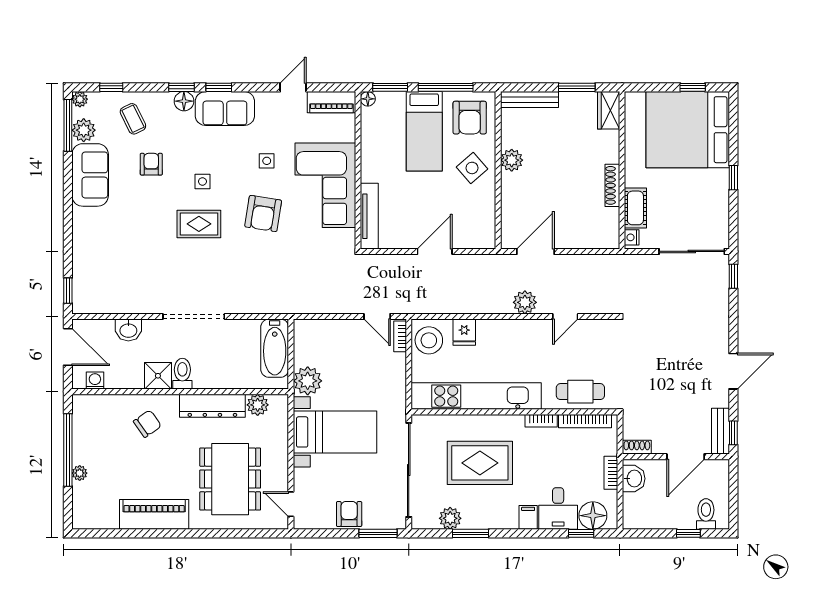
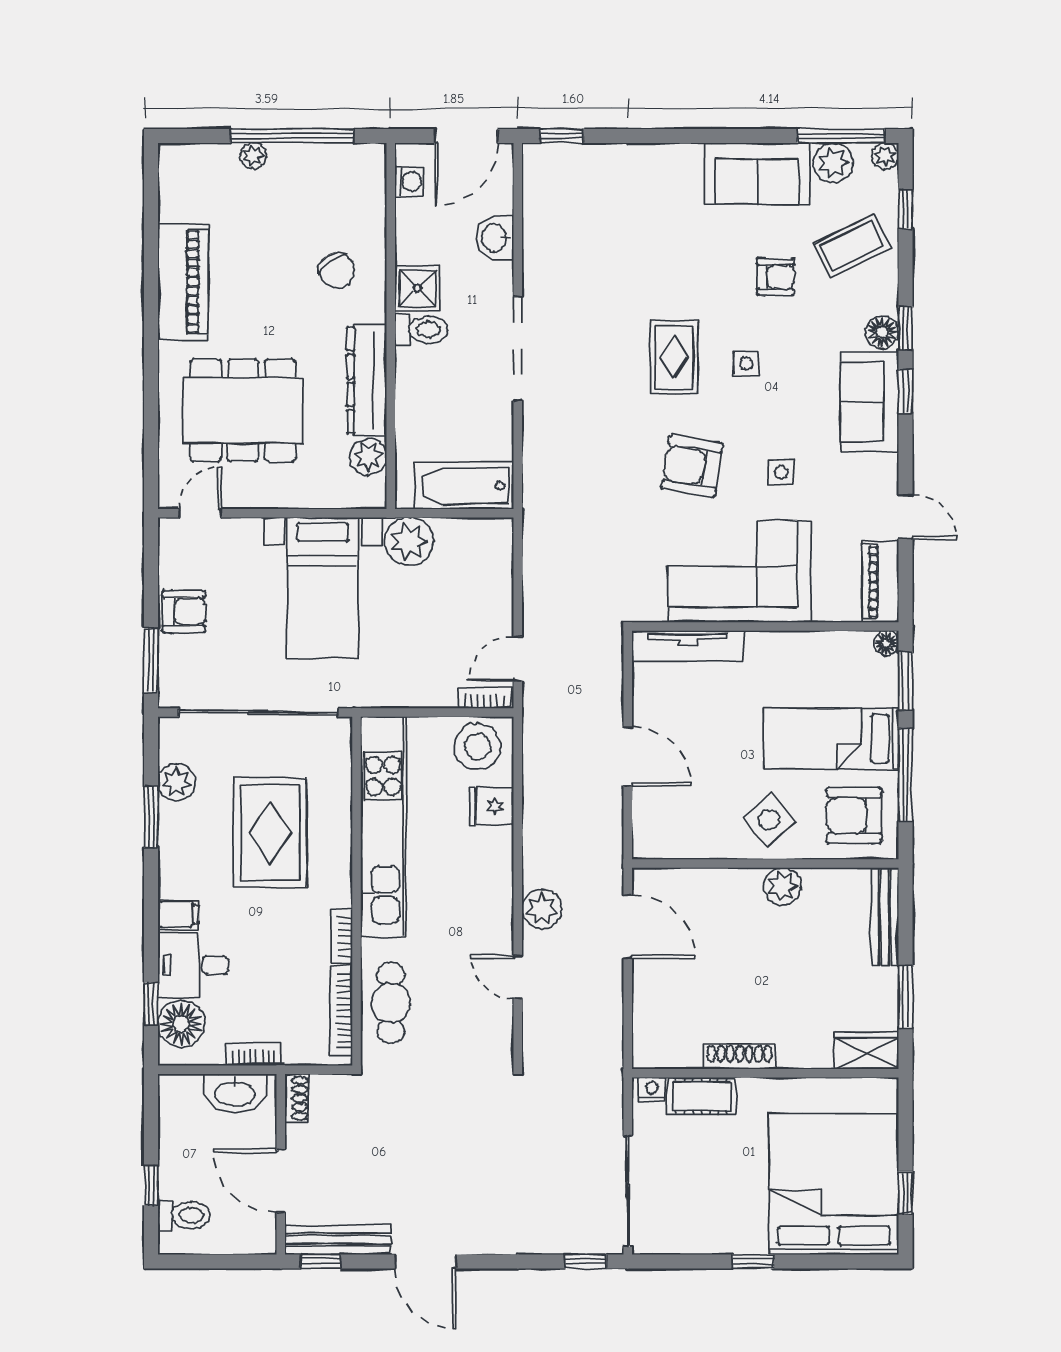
coffee table: (133, 119) -> (852, 246), width x1.36, depth x1.30
bench: (720, 431) -> (338, 1240), width x1.36
washbasin: (634, 479) -> (235, 1093), width x1.38

